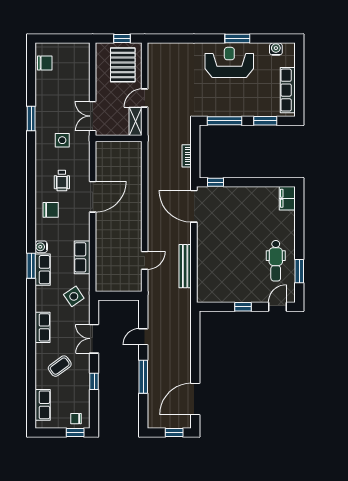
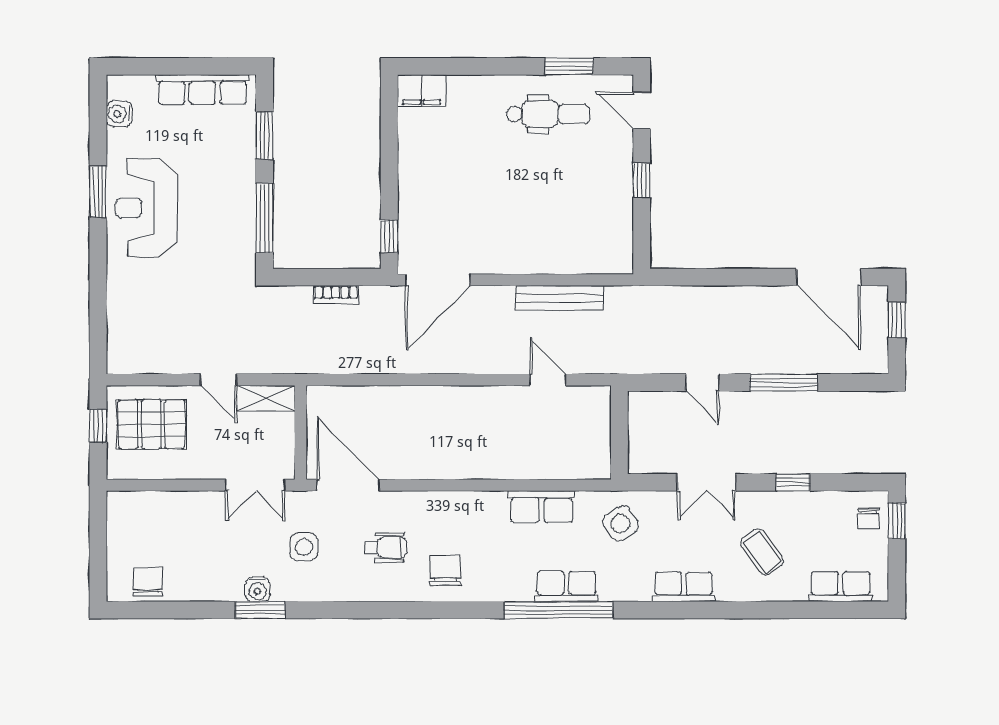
door: (93, 197) -> (348, 485), moved
water cooler: (41, 247) -> (258, 589), moved
window: (31, 266) -> (558, 610), width x2.11

